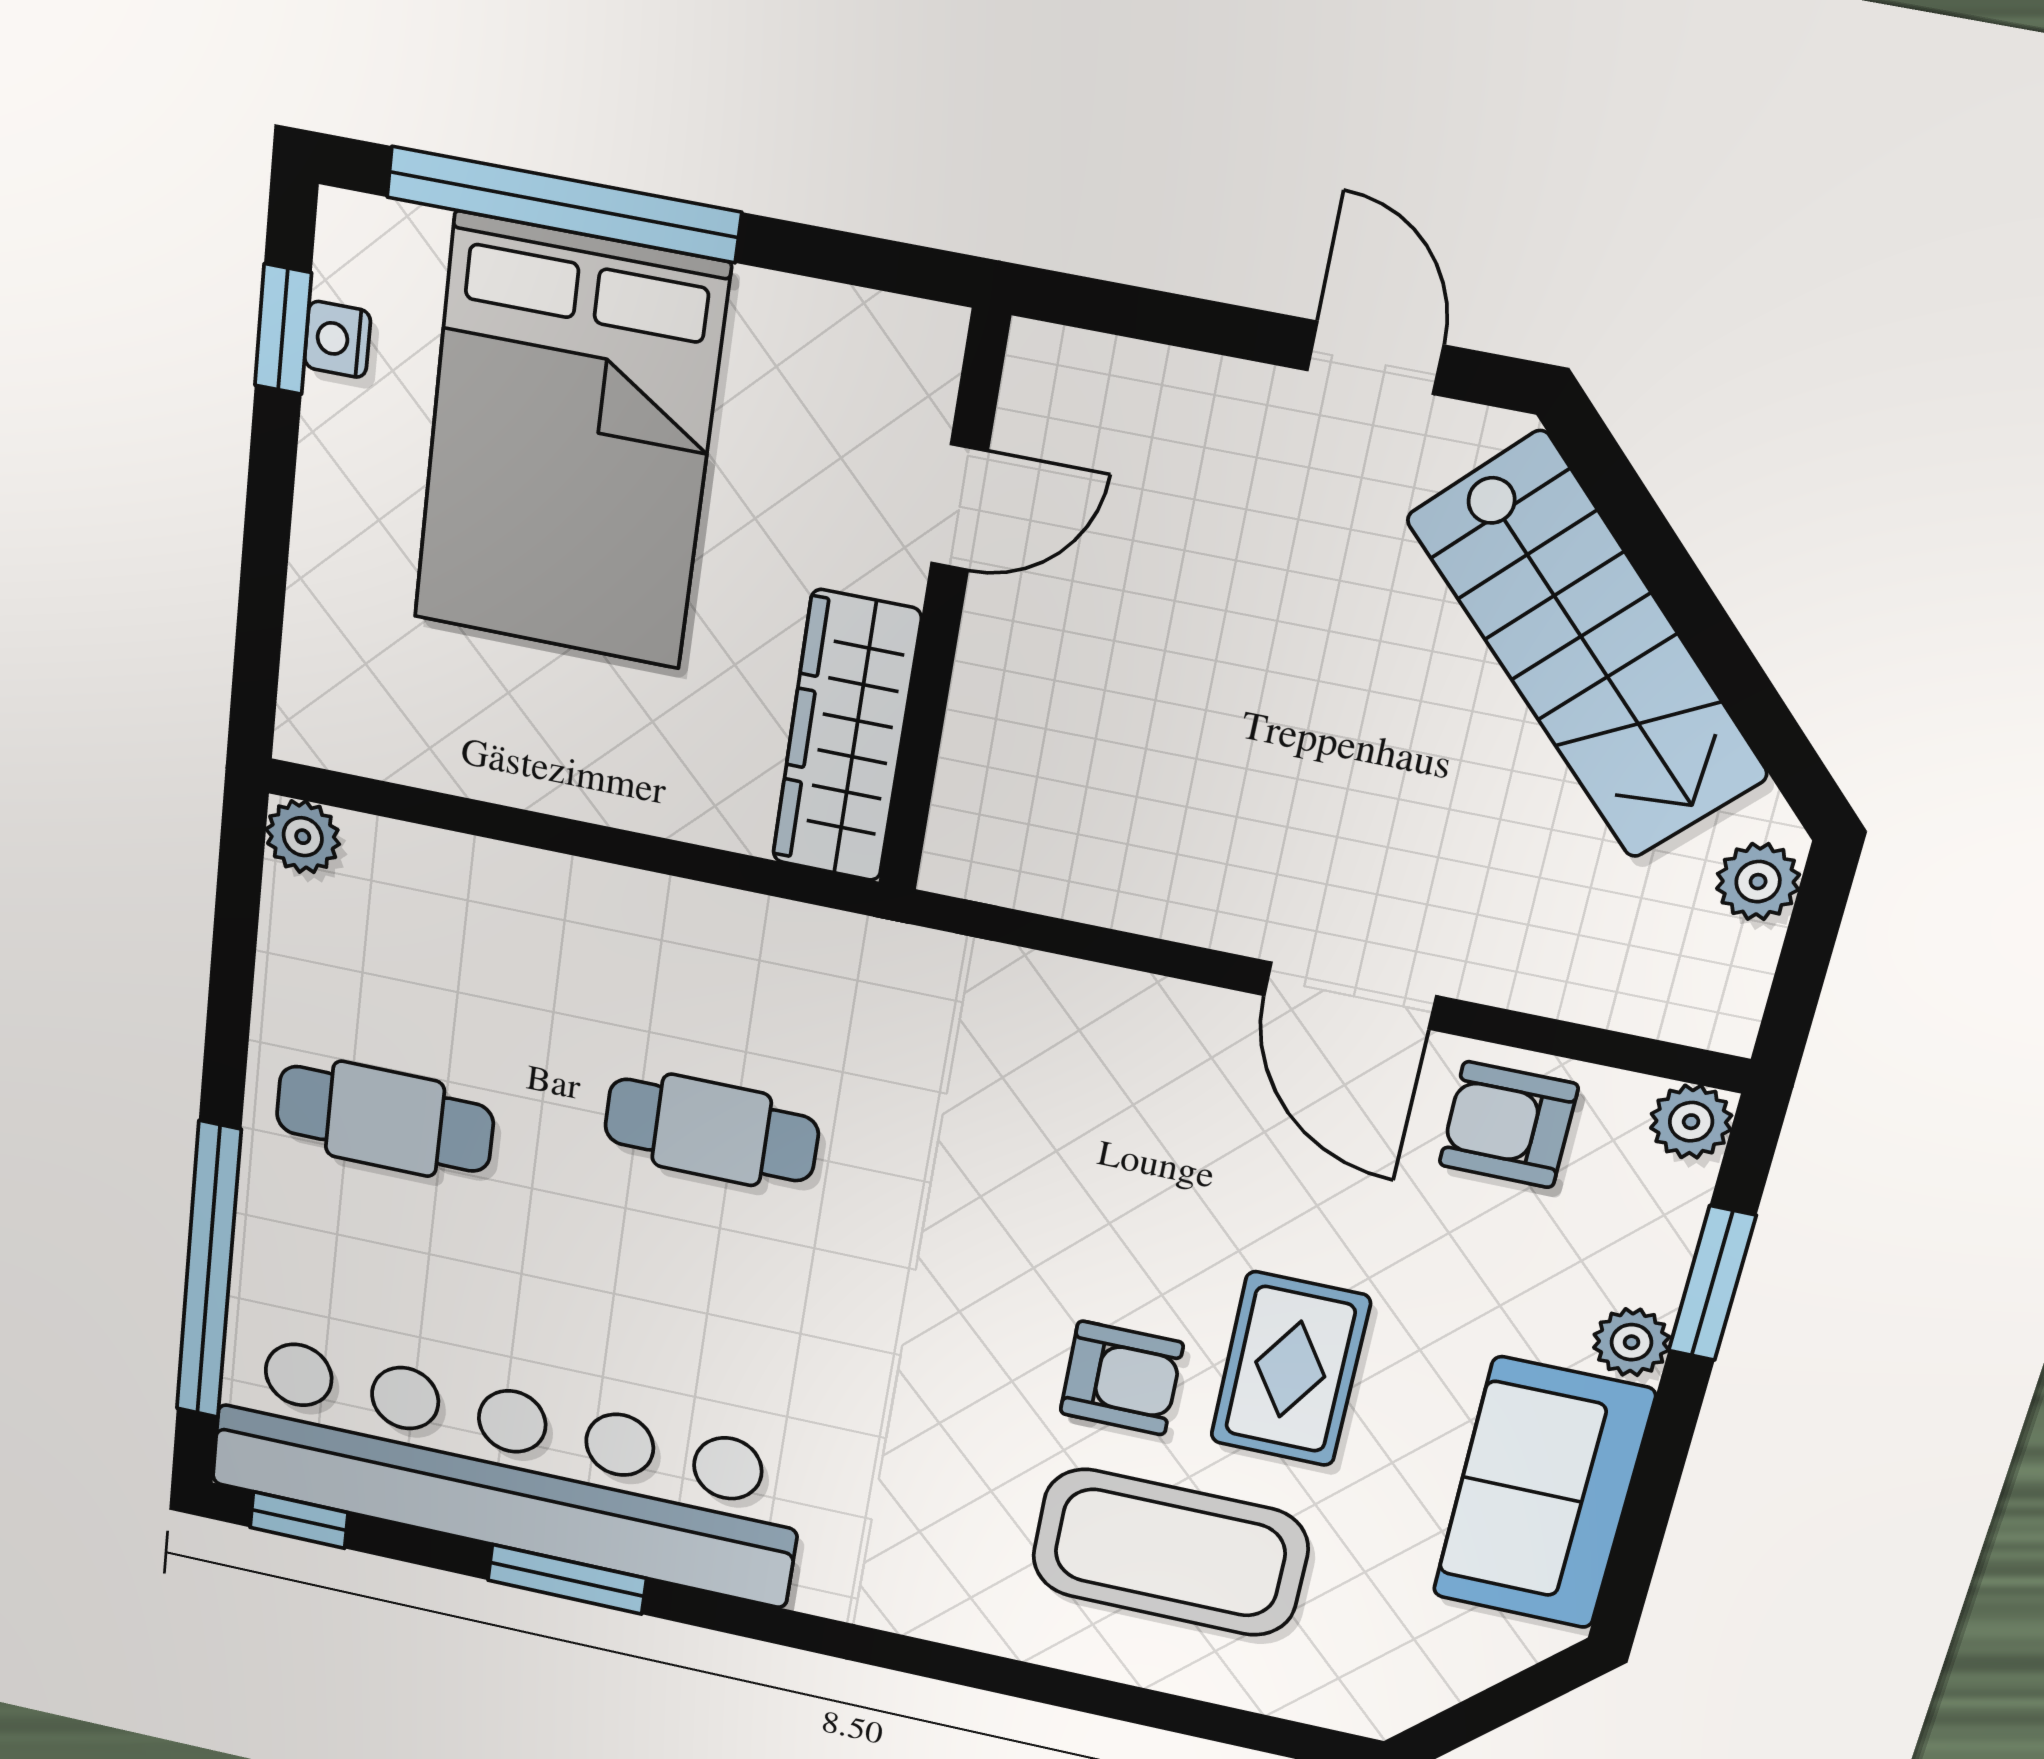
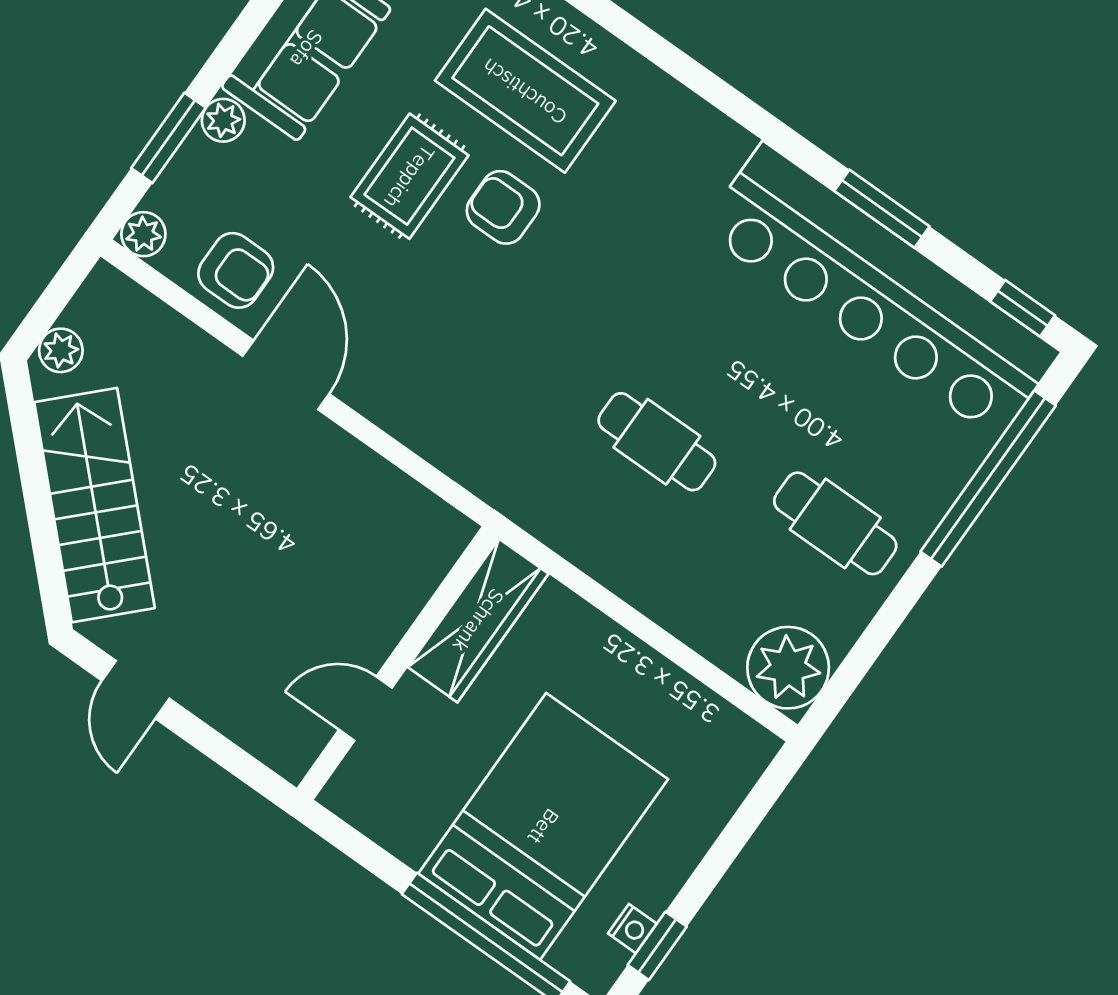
plant: (303, 837) -> (788, 668), width x1.87, depth x1.87

